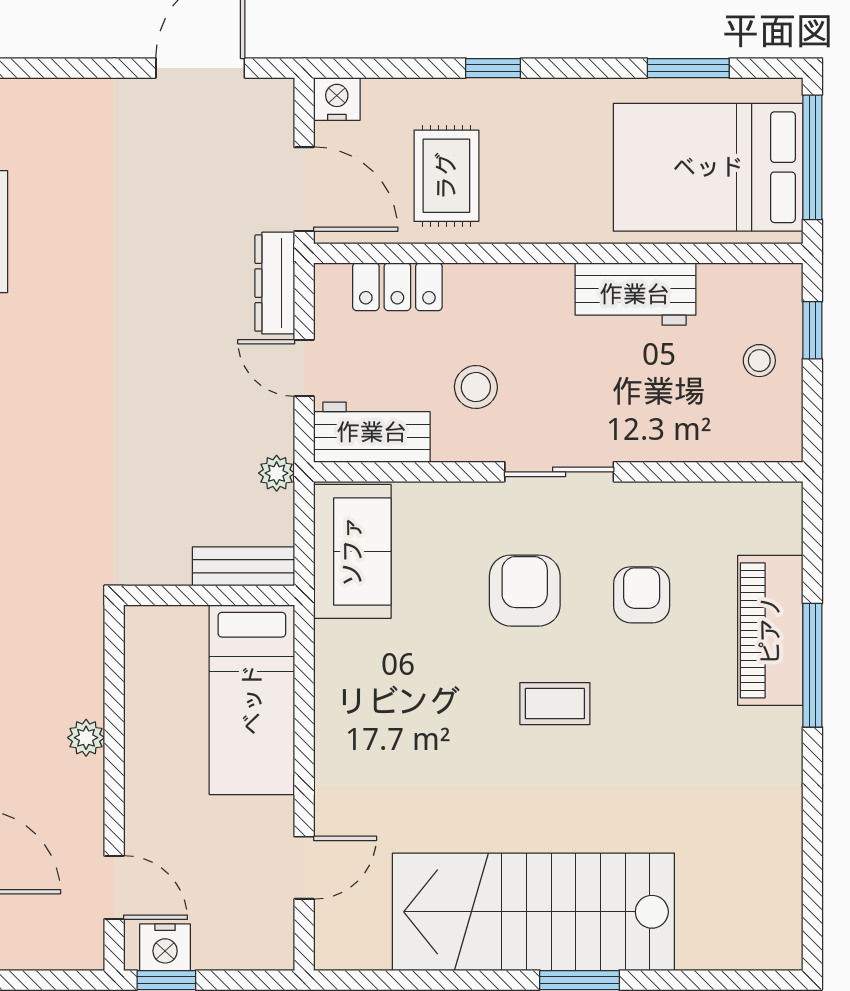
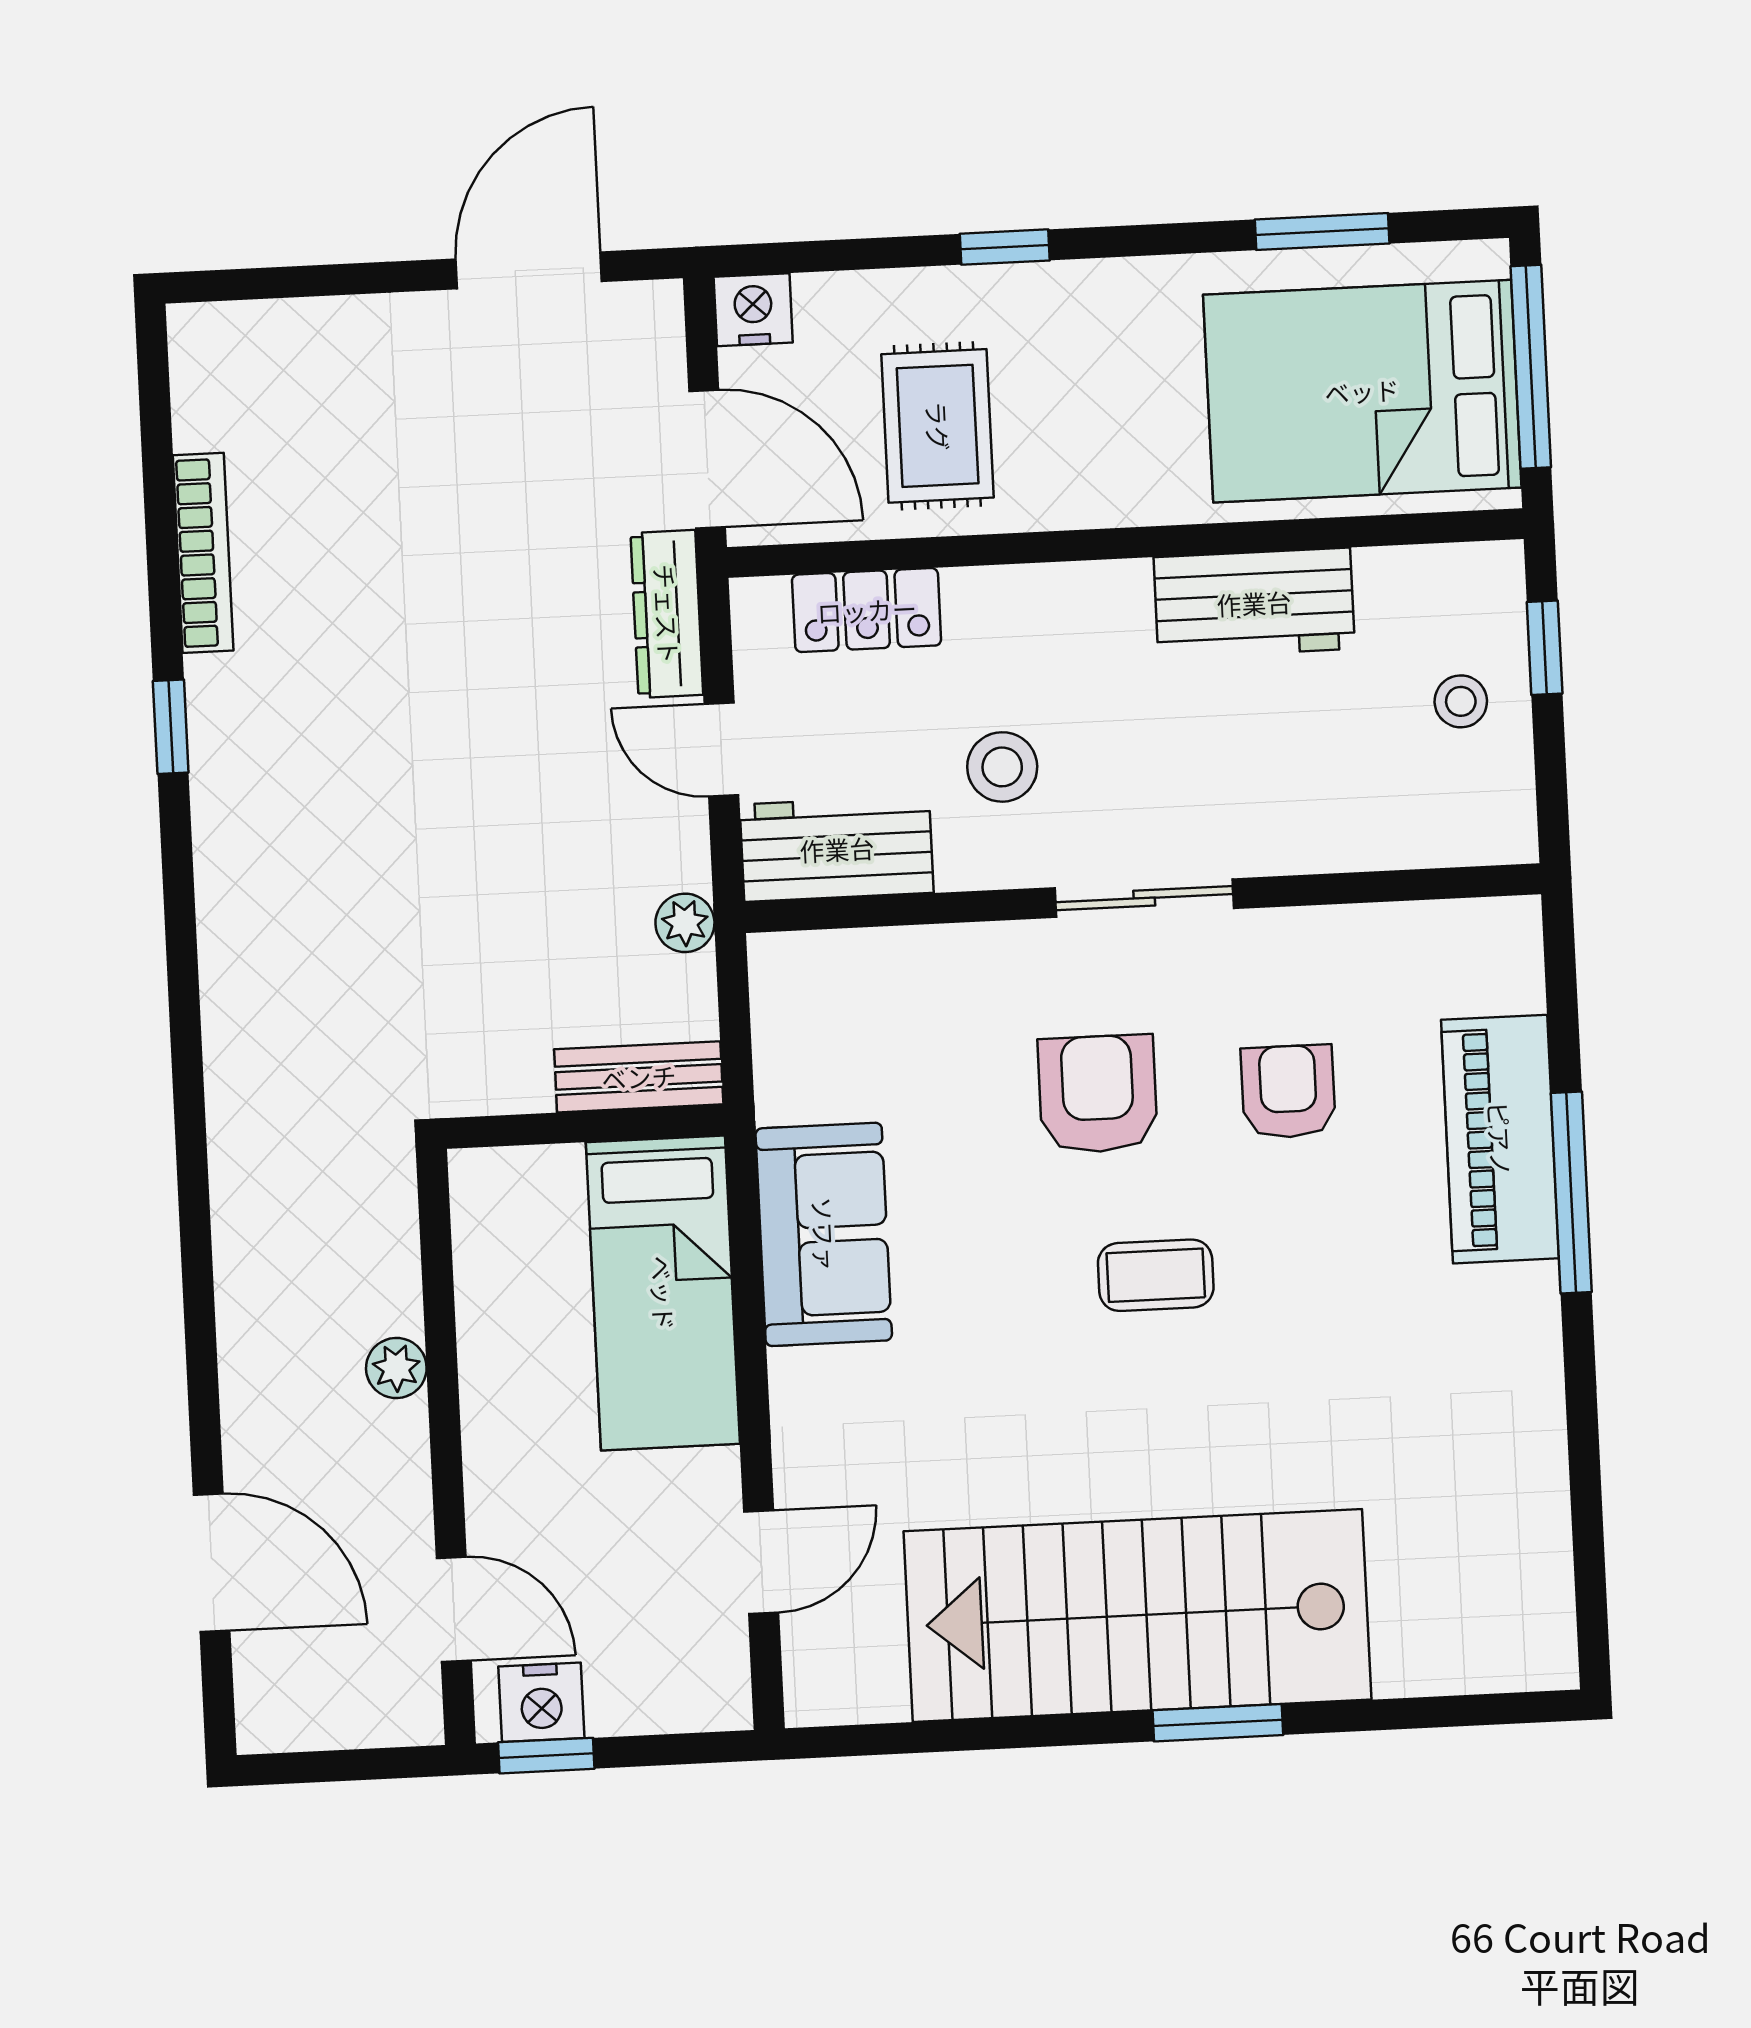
sofa: (352, 551) -> (824, 1234), moved

